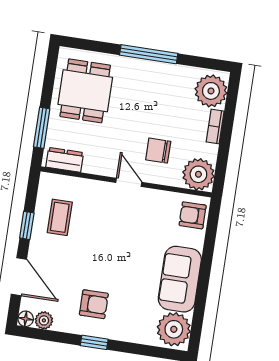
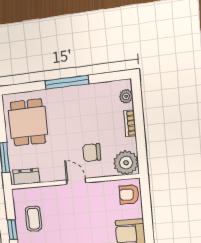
plant: (211, 91) -> (126, 96), width x0.53, depth x0.53

